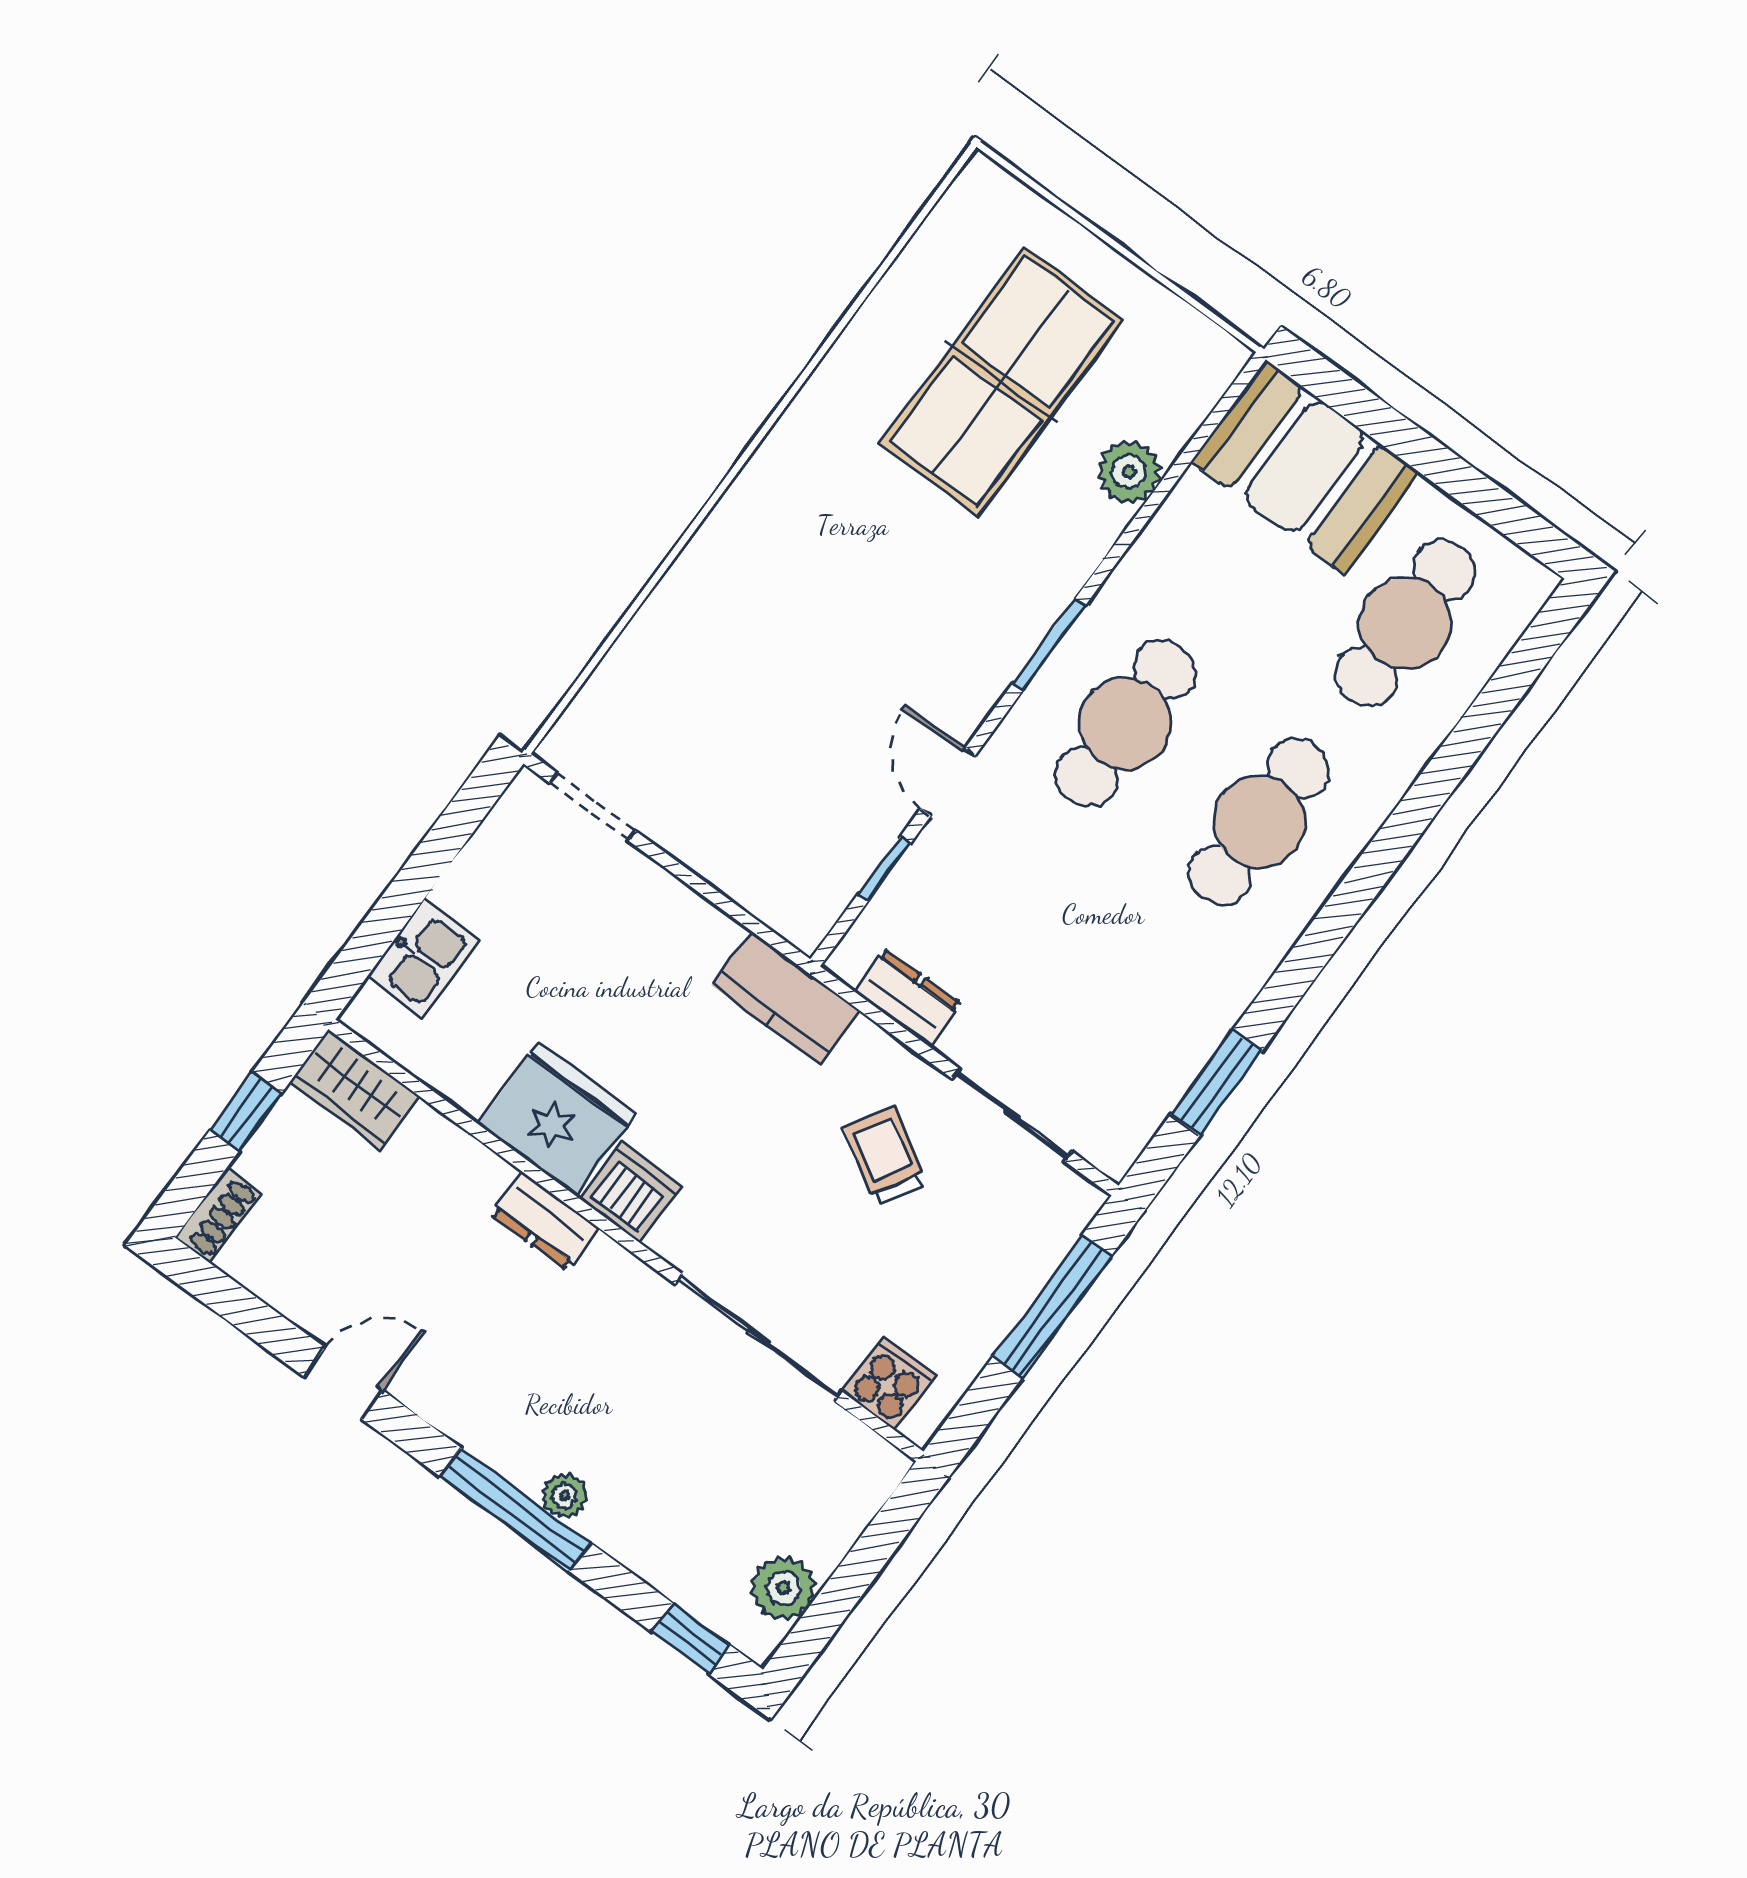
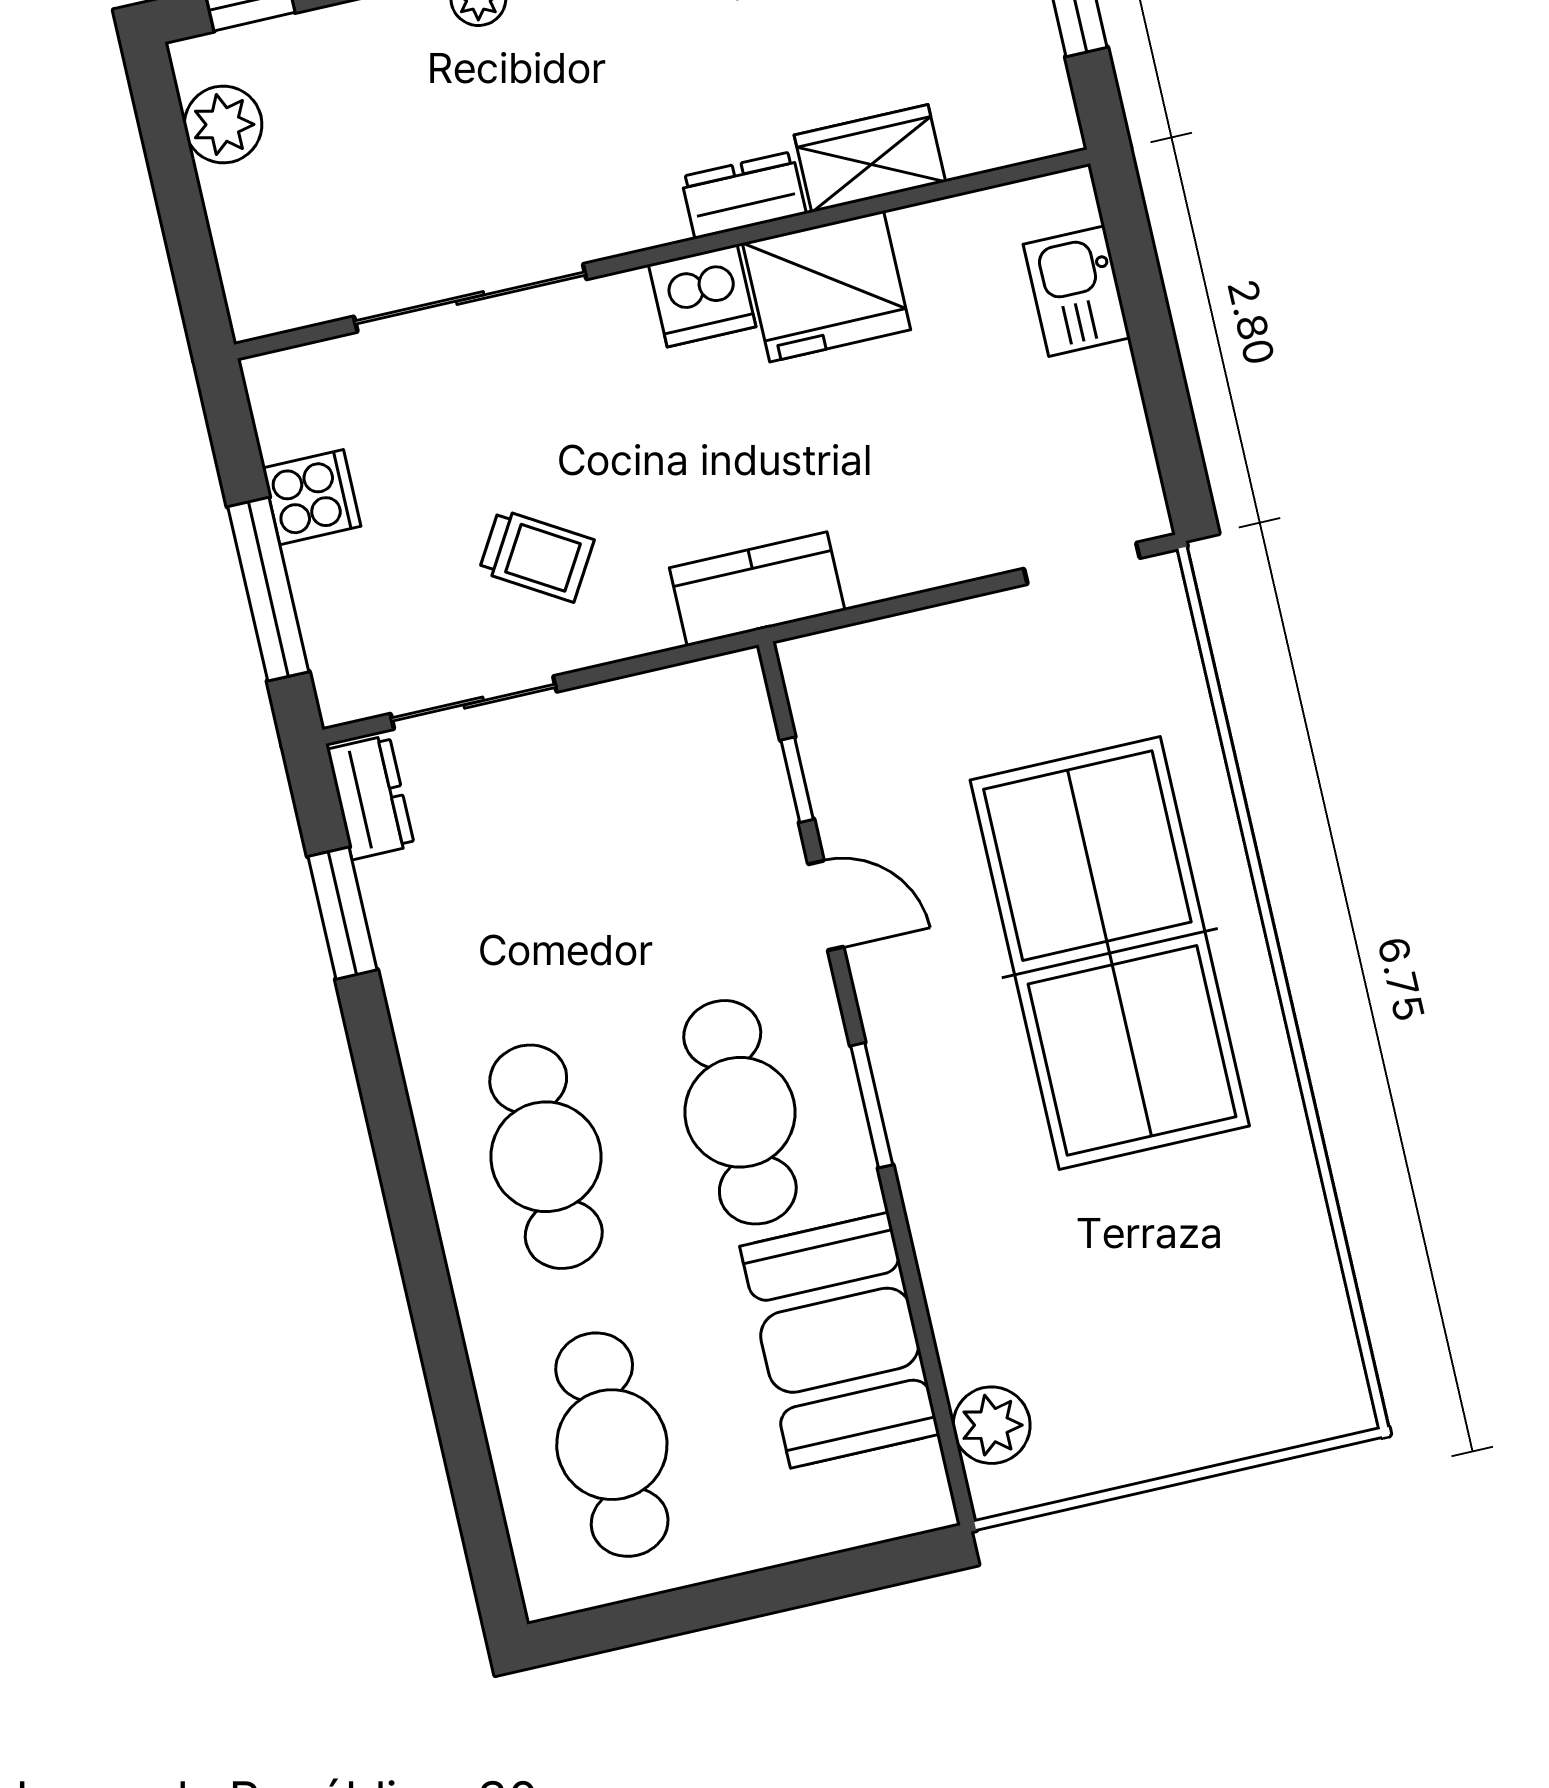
table tennis table: (1001, 381) -> (1110, 953), moved, width x1.36, depth x1.32
booth: (1305, 467) -> (840, 1340), moved, turned 90
plant: (1129, 472) -> (992, 1425), moved
dresser: (907, 998) -> (371, 797), moved, turned -90
wardrobe: (355, 1090) -> (870, 158), moved
cooker: (889, 1383) -> (312, 497), moved, turned -90

